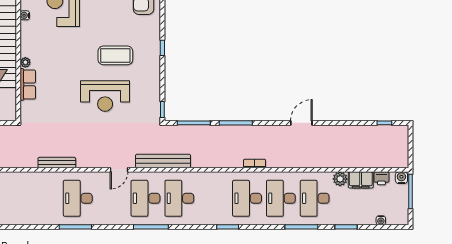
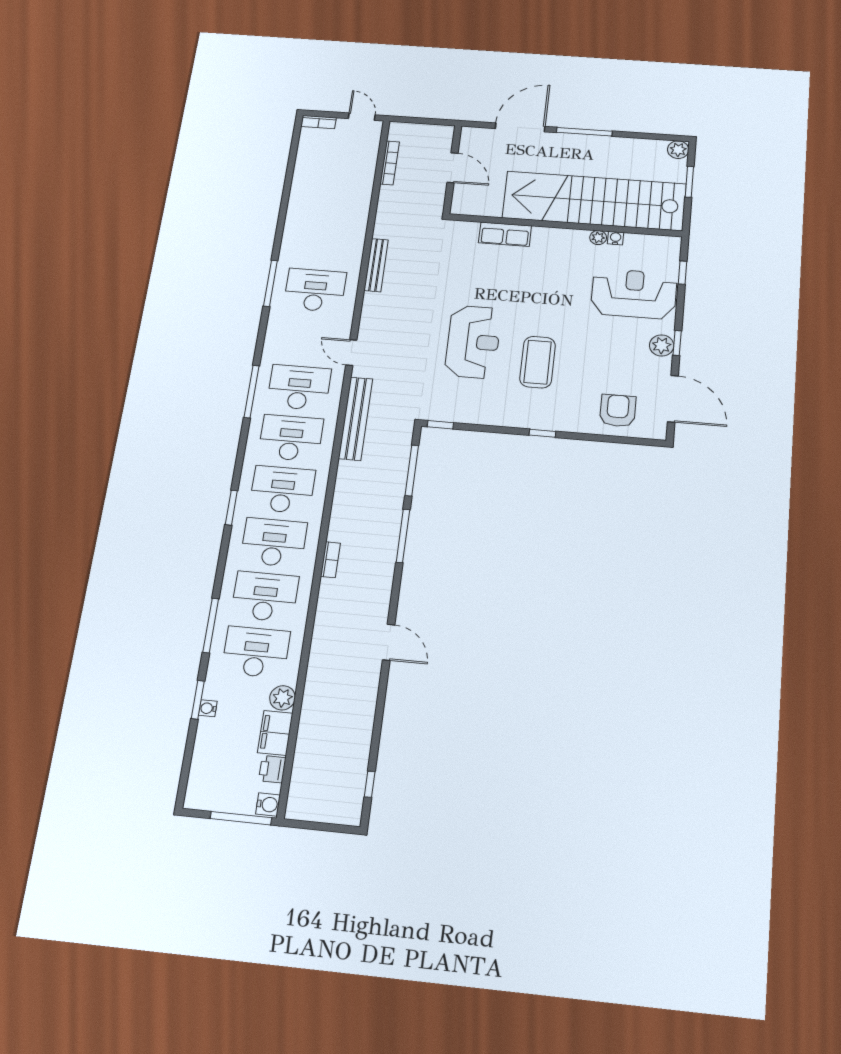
plant: (25, 62) -> (598, 238), moved
reception desk: (105, 96) -> (473, 342), turned 180
desk: (213, 198) -> (282, 490), added
water cooler: (381, 220) -> (208, 708), moved

